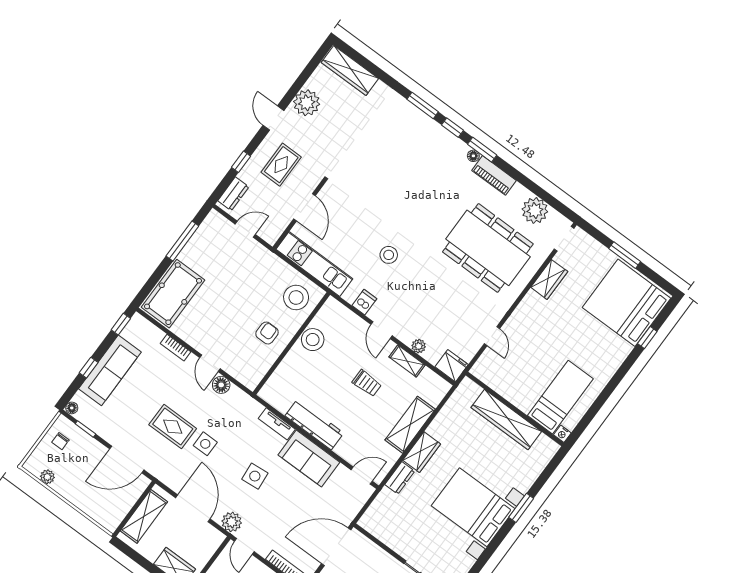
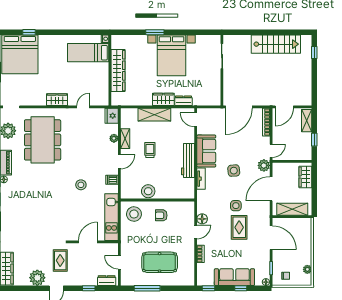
rug: (281, 165) -> (60, 260), moved, turned 90
wardrobe: (549, 279) -> (57, 100), moved
pool table: (173, 294) -> (160, 262), moved
door: (336, 547) -> (239, 107), hinge flipped

